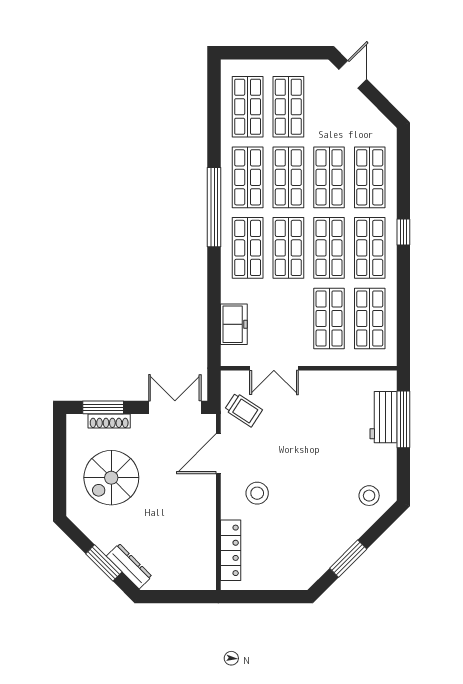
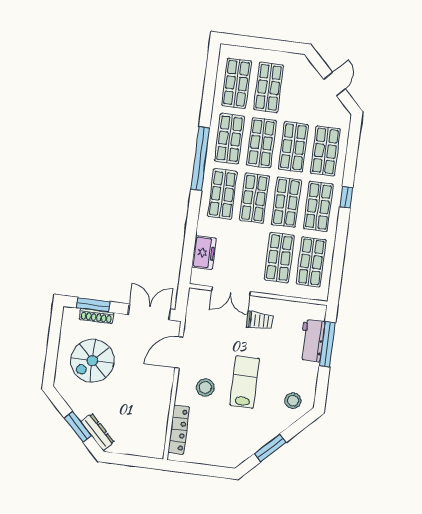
door: (353, 74) -> (334, 84), moved
trolley: (243, 410) -> (260, 321), moved, turned -33
lab bench: (306, 480) -> (245, 382), added

